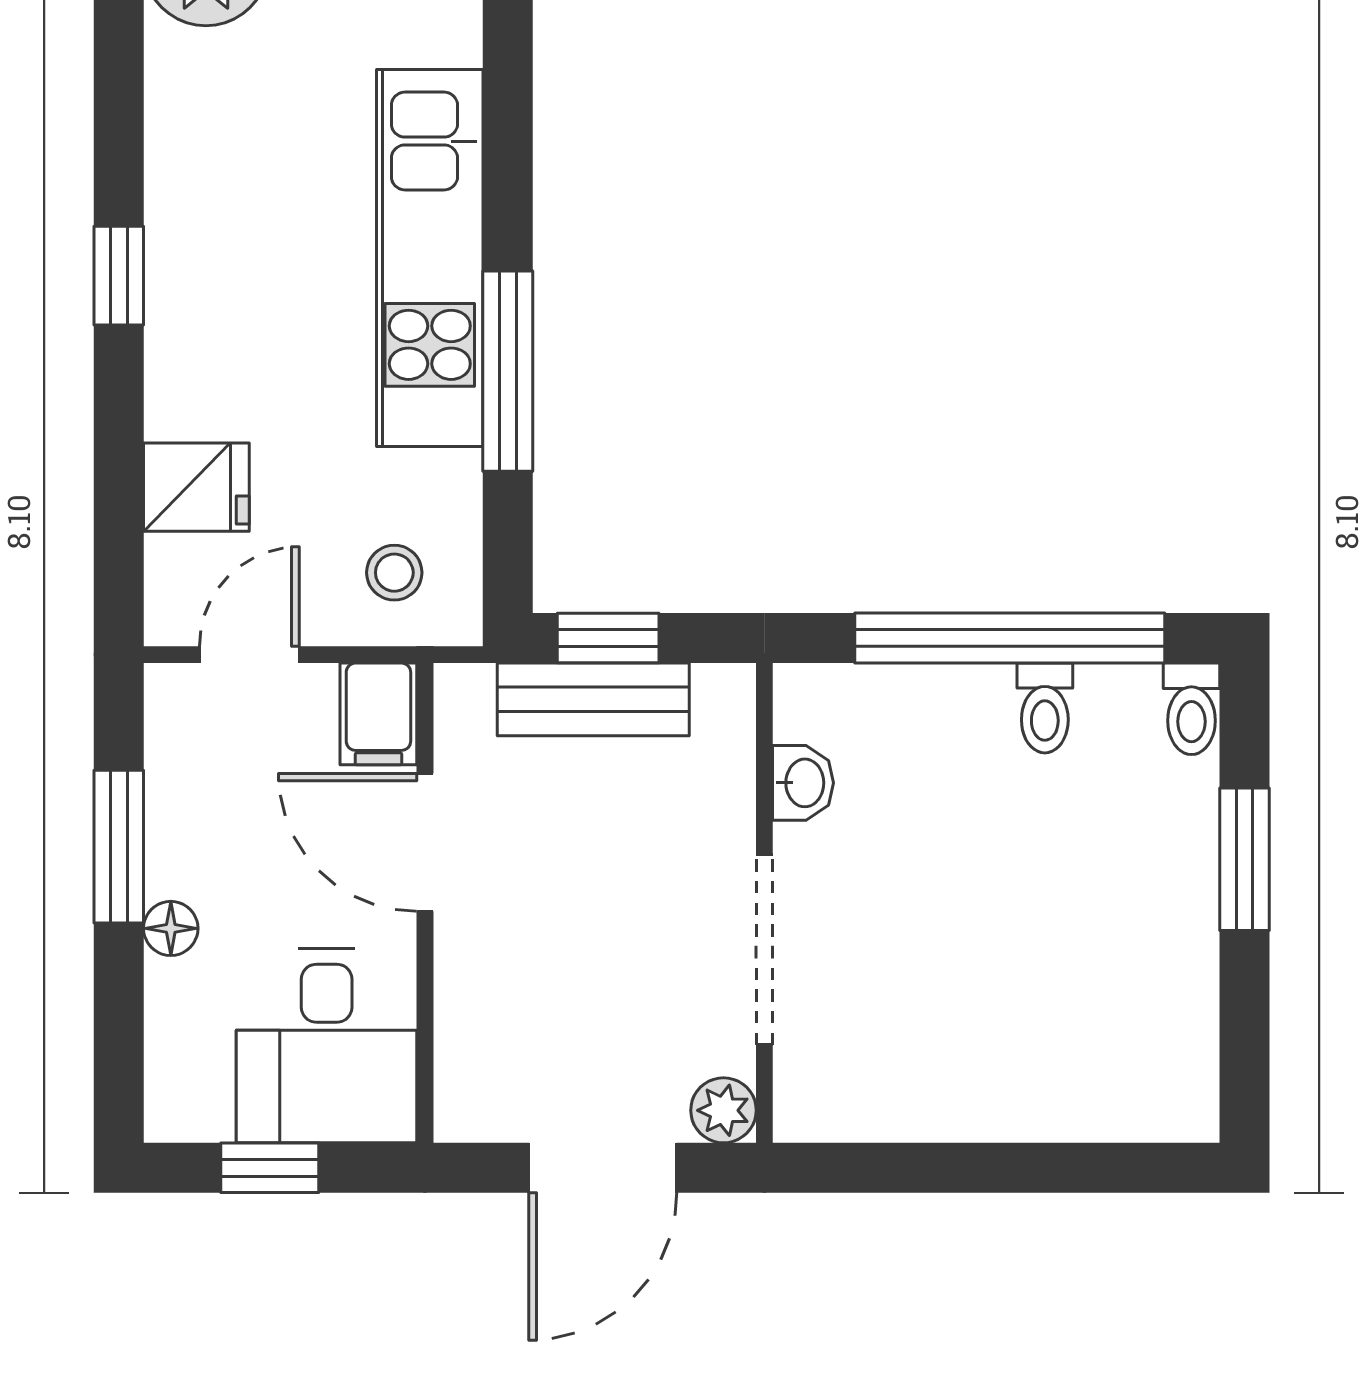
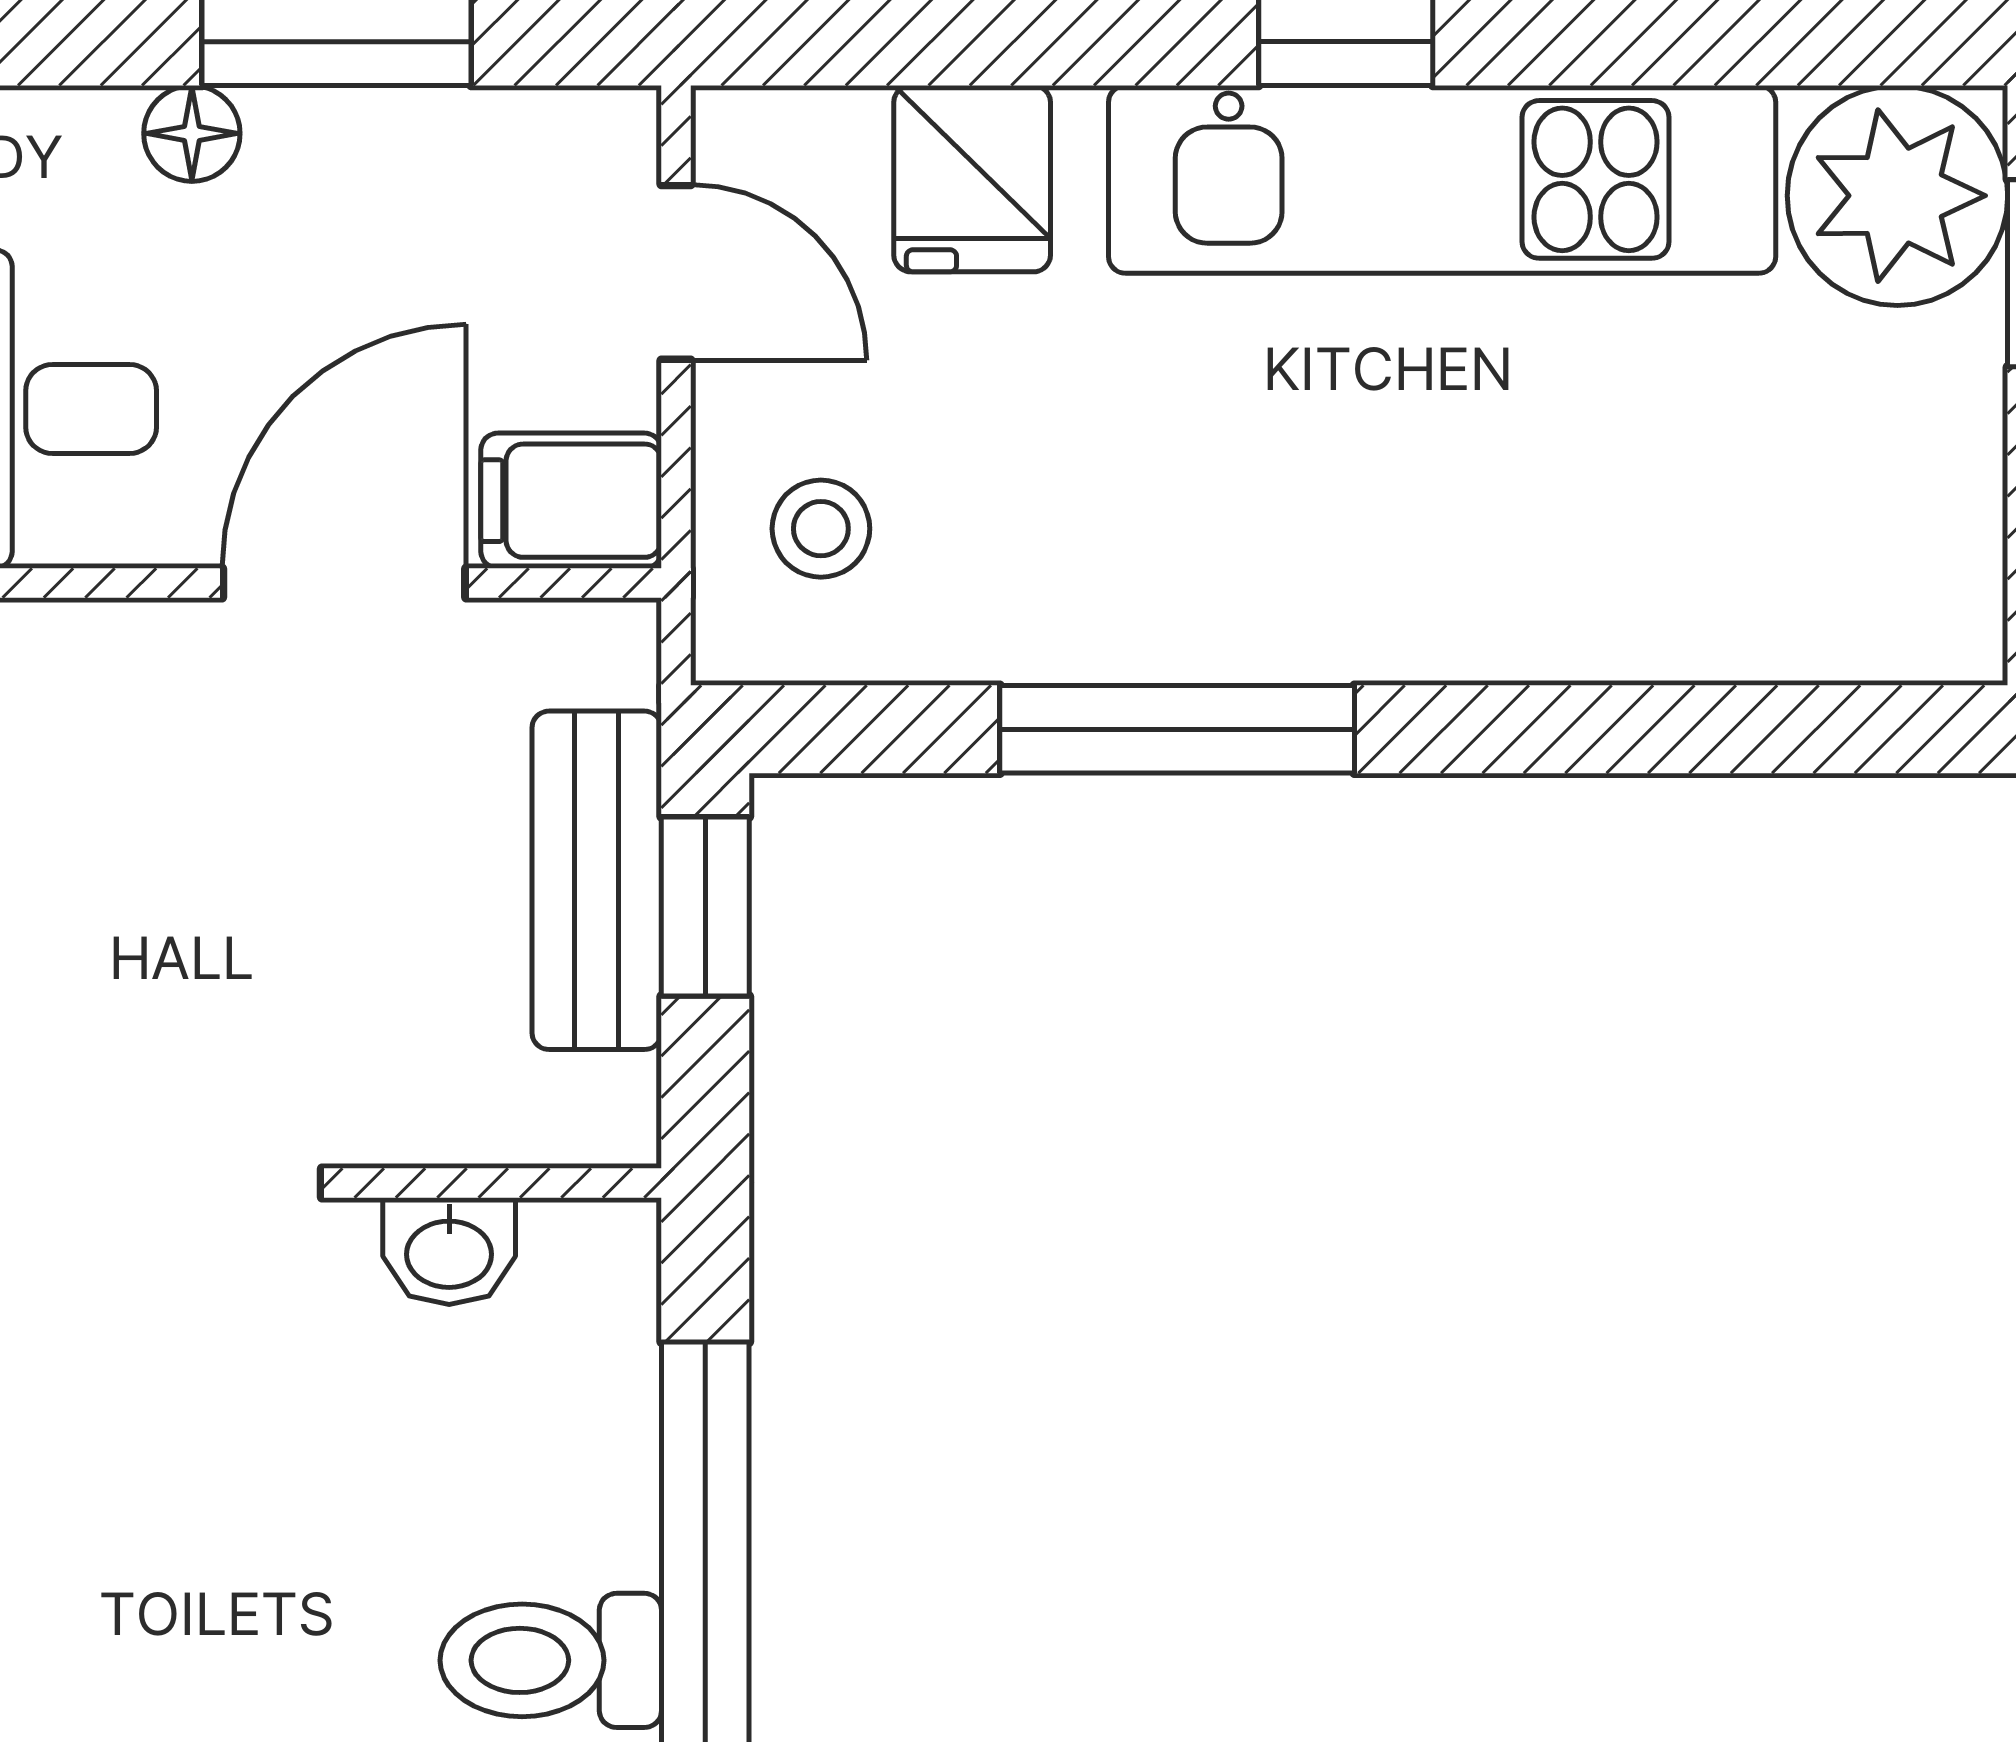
kitchen unit: (430, 258) -> (1442, 179), moved, turned 180
toilet: (1045, 708) -> (551, 1660), width x1.37, depth x1.39

